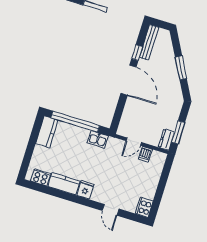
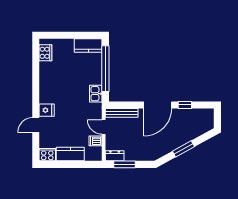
bench: (149, 42) -> (122, 113), moved
kitchen counter: (64, 184) -> (70, 154), moved, turned -90
fridge: (85, 190) -> (47, 110), moved

